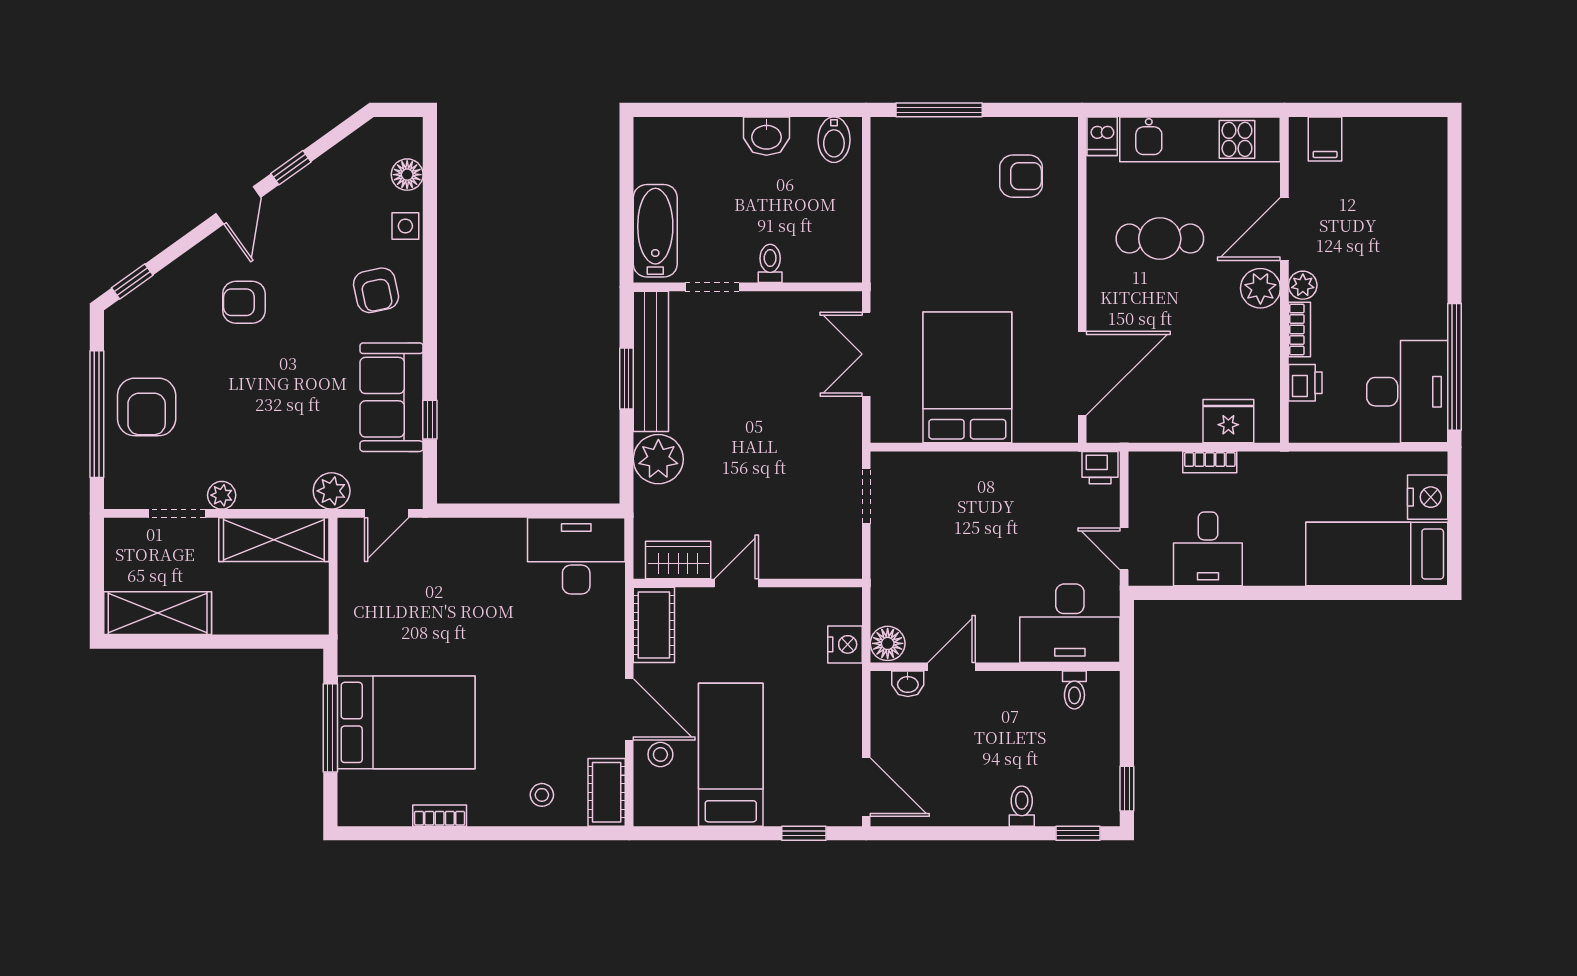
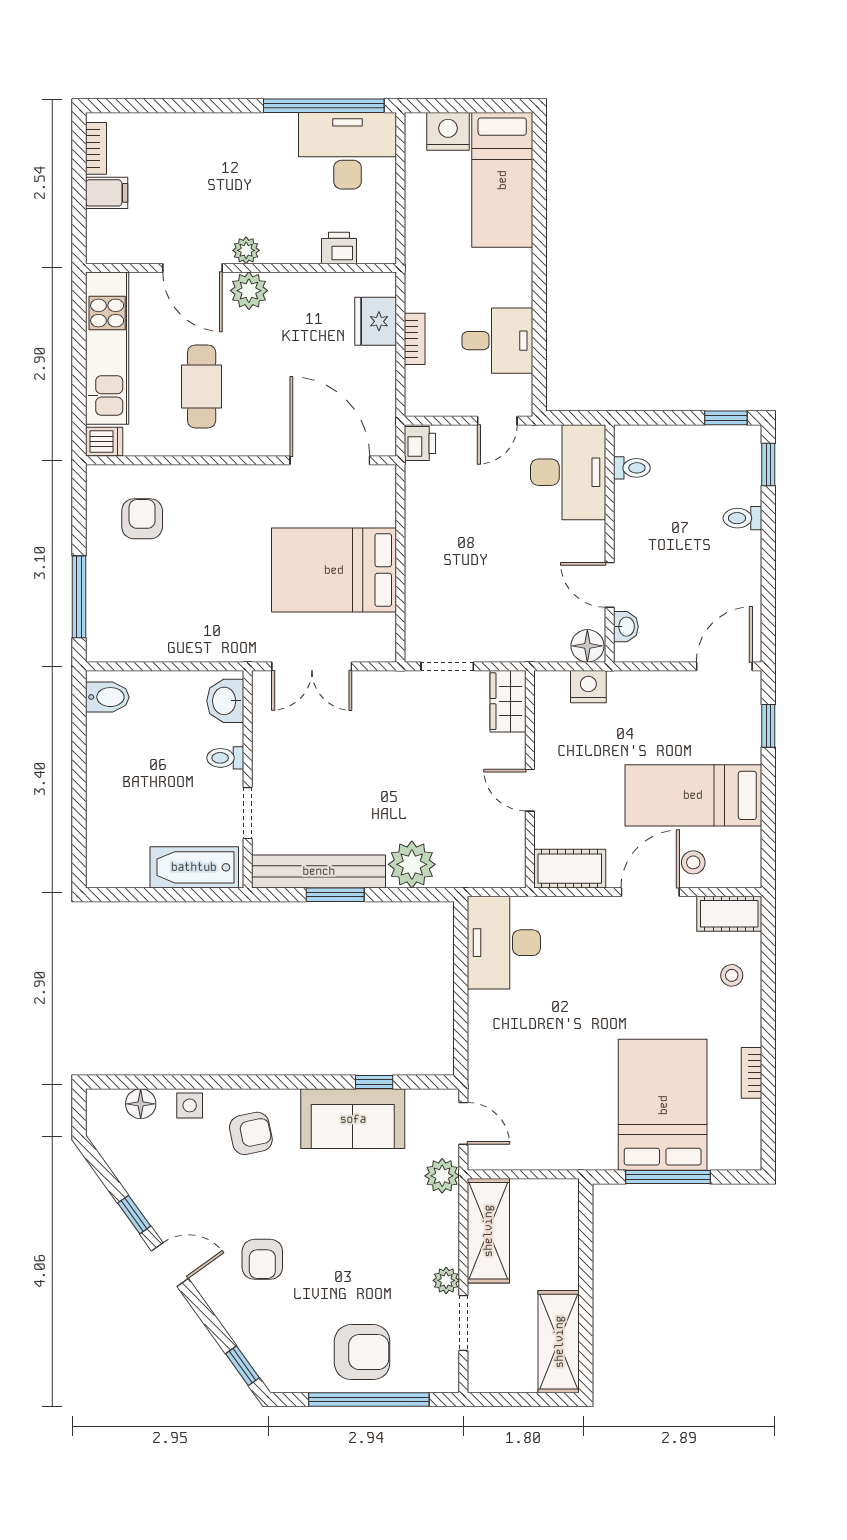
washbasin: (767, 136) -> (225, 701), moved, turned 180
filing cabinet: (1325, 139) -> (107, 193), moved
bookcase: (1300, 330) -> (96, 148), moved, turned 90
wardrobe: (678, 560) -> (508, 701), moved

